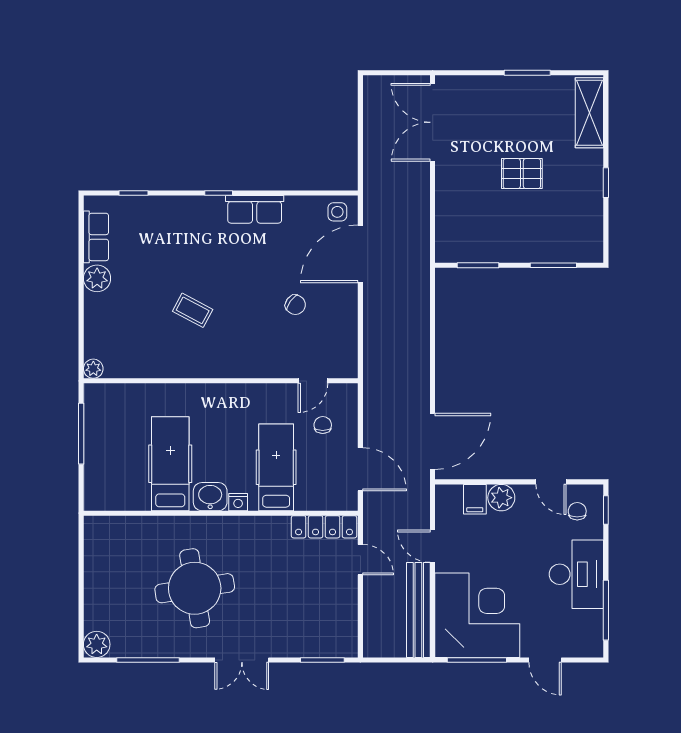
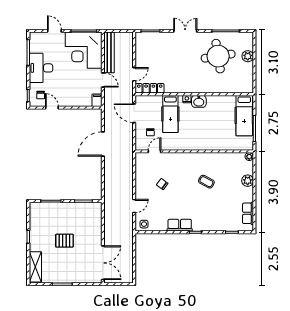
door: (360, 254) -> (134, 206), width x0.53
plant: (97, 278) -> (248, 181), moved
door: (433, 441) -> (103, 144), moved
hospital bed: (170, 464) -> (244, 116), moved
plant: (501, 498) -> (73, 101), removed
filing cabinet: (475, 499) -> (97, 100), moved
door: (360, 560) -> (134, 74), swing flipped
round table: (195, 588) -> (218, 56), moved
plant: (97, 644) -> (248, 56), moved

